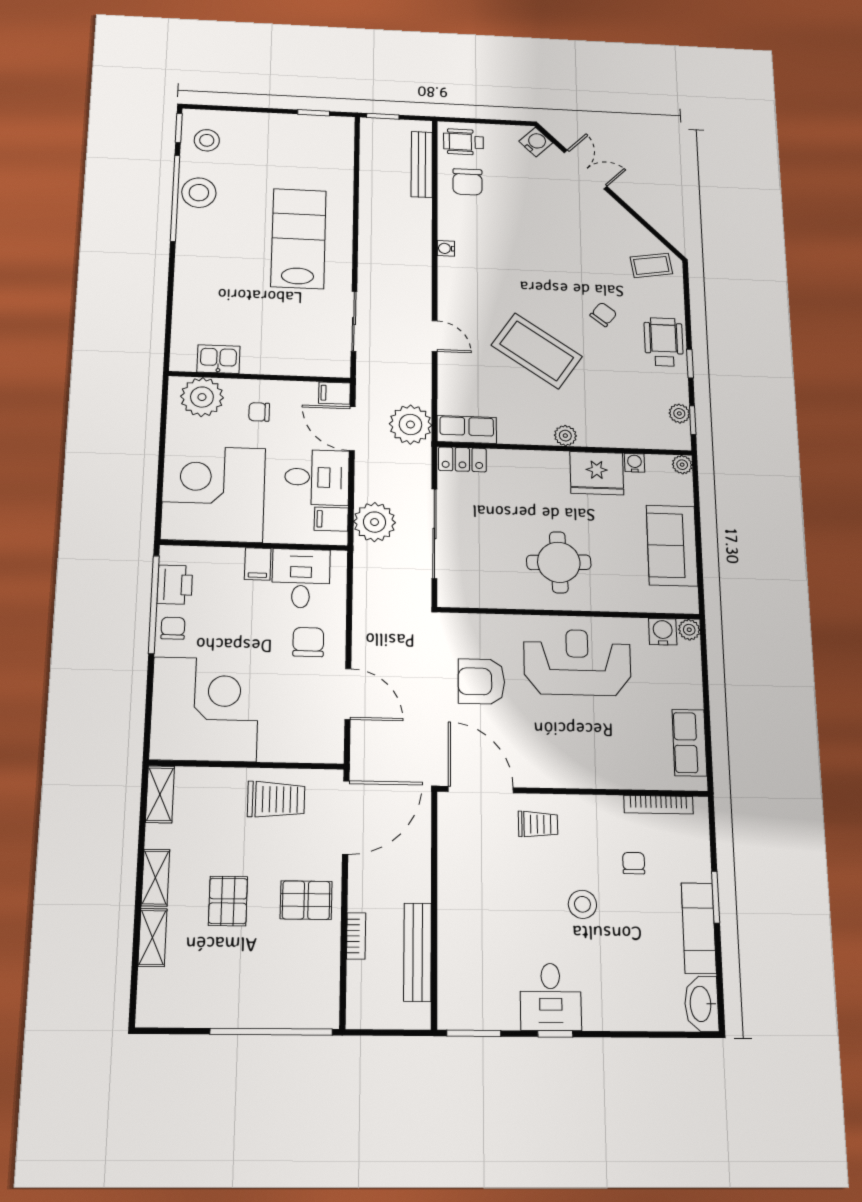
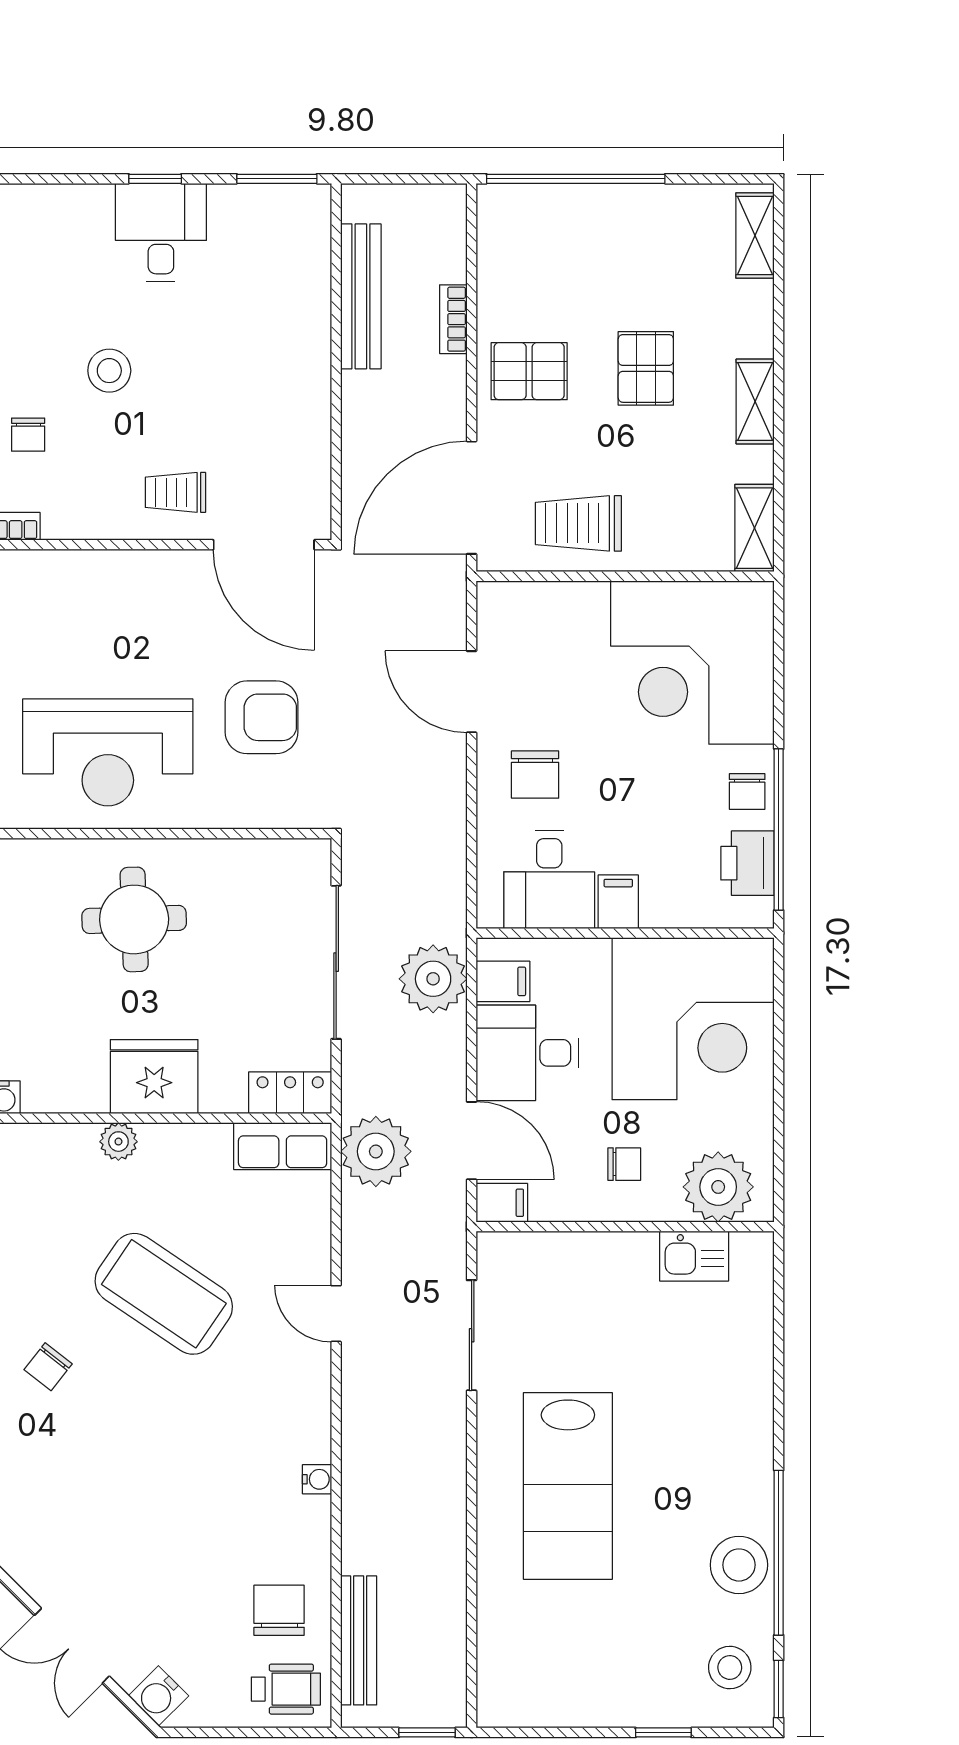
window: (314, 113) -> (663, 1732), moved
fridge: (597, 473) -> (154, 1077), moved
shelving: (153, 938) -> (755, 235), moved

